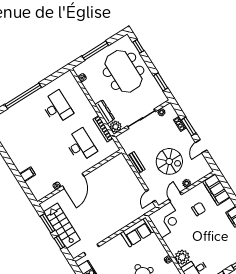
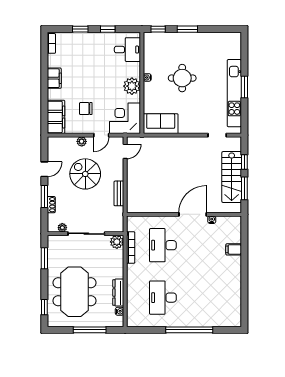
dresser: (105, 112) -> (118, 293), moved
plant: (182, 257) -> (132, 86), moved

